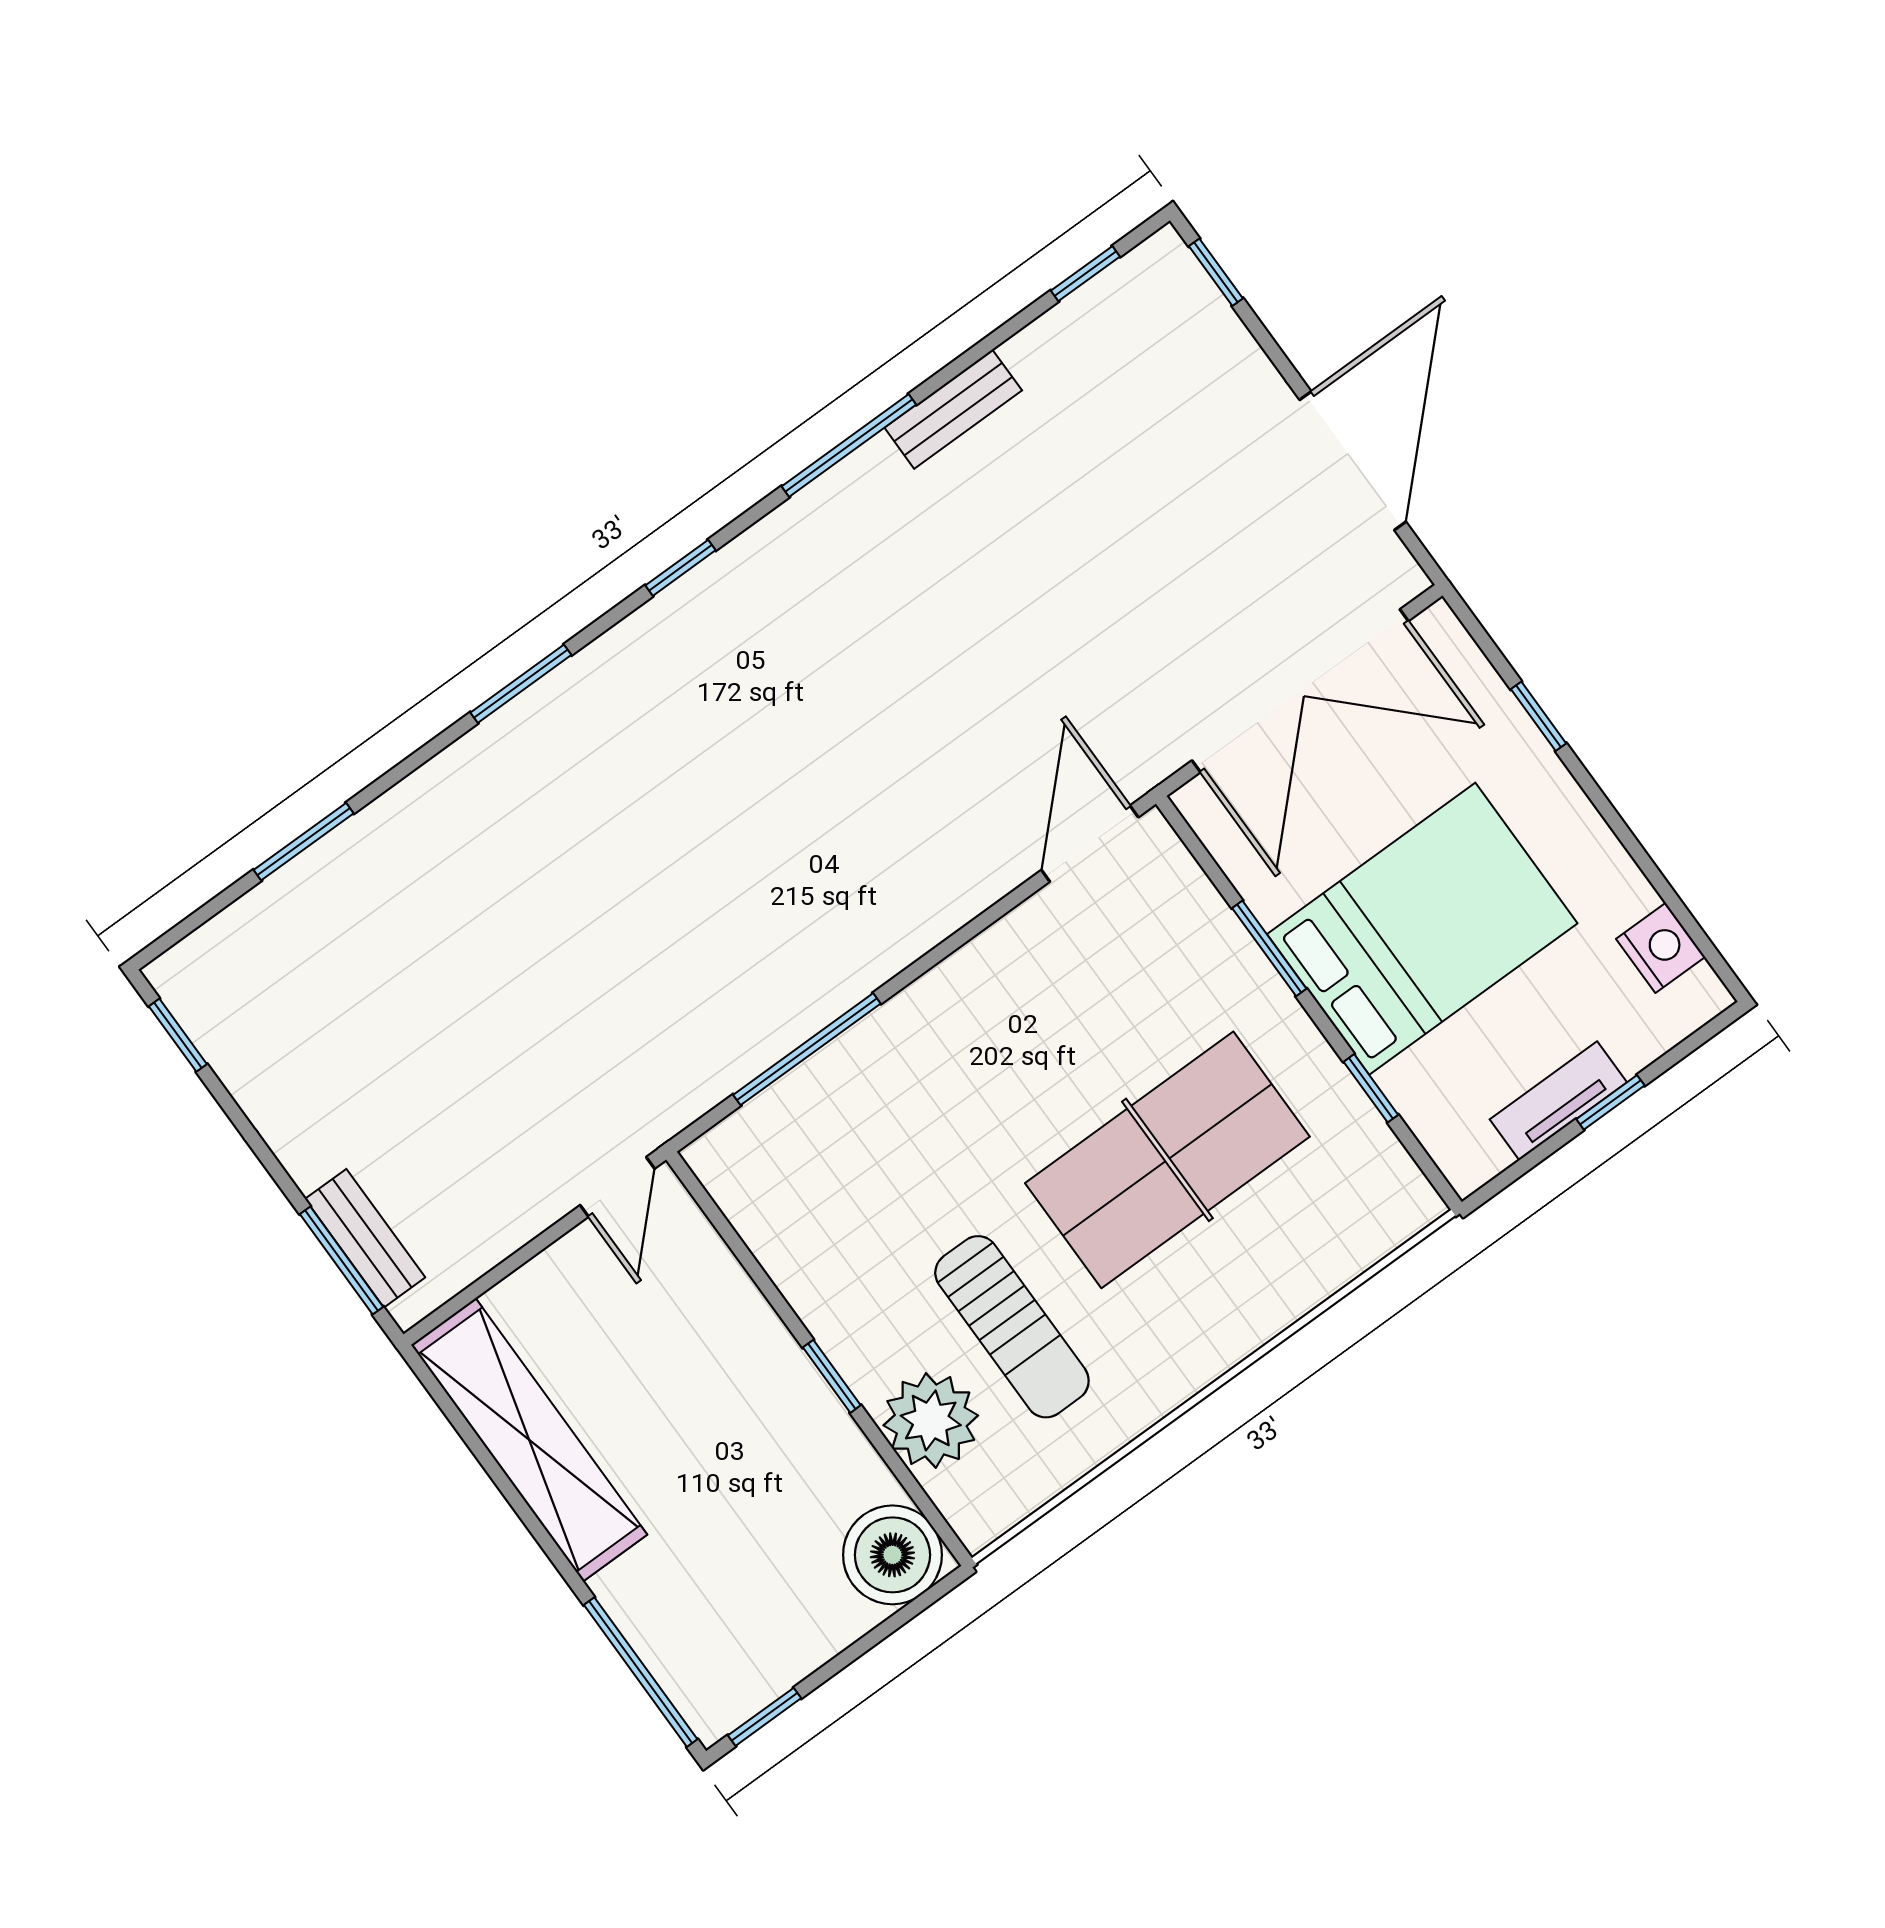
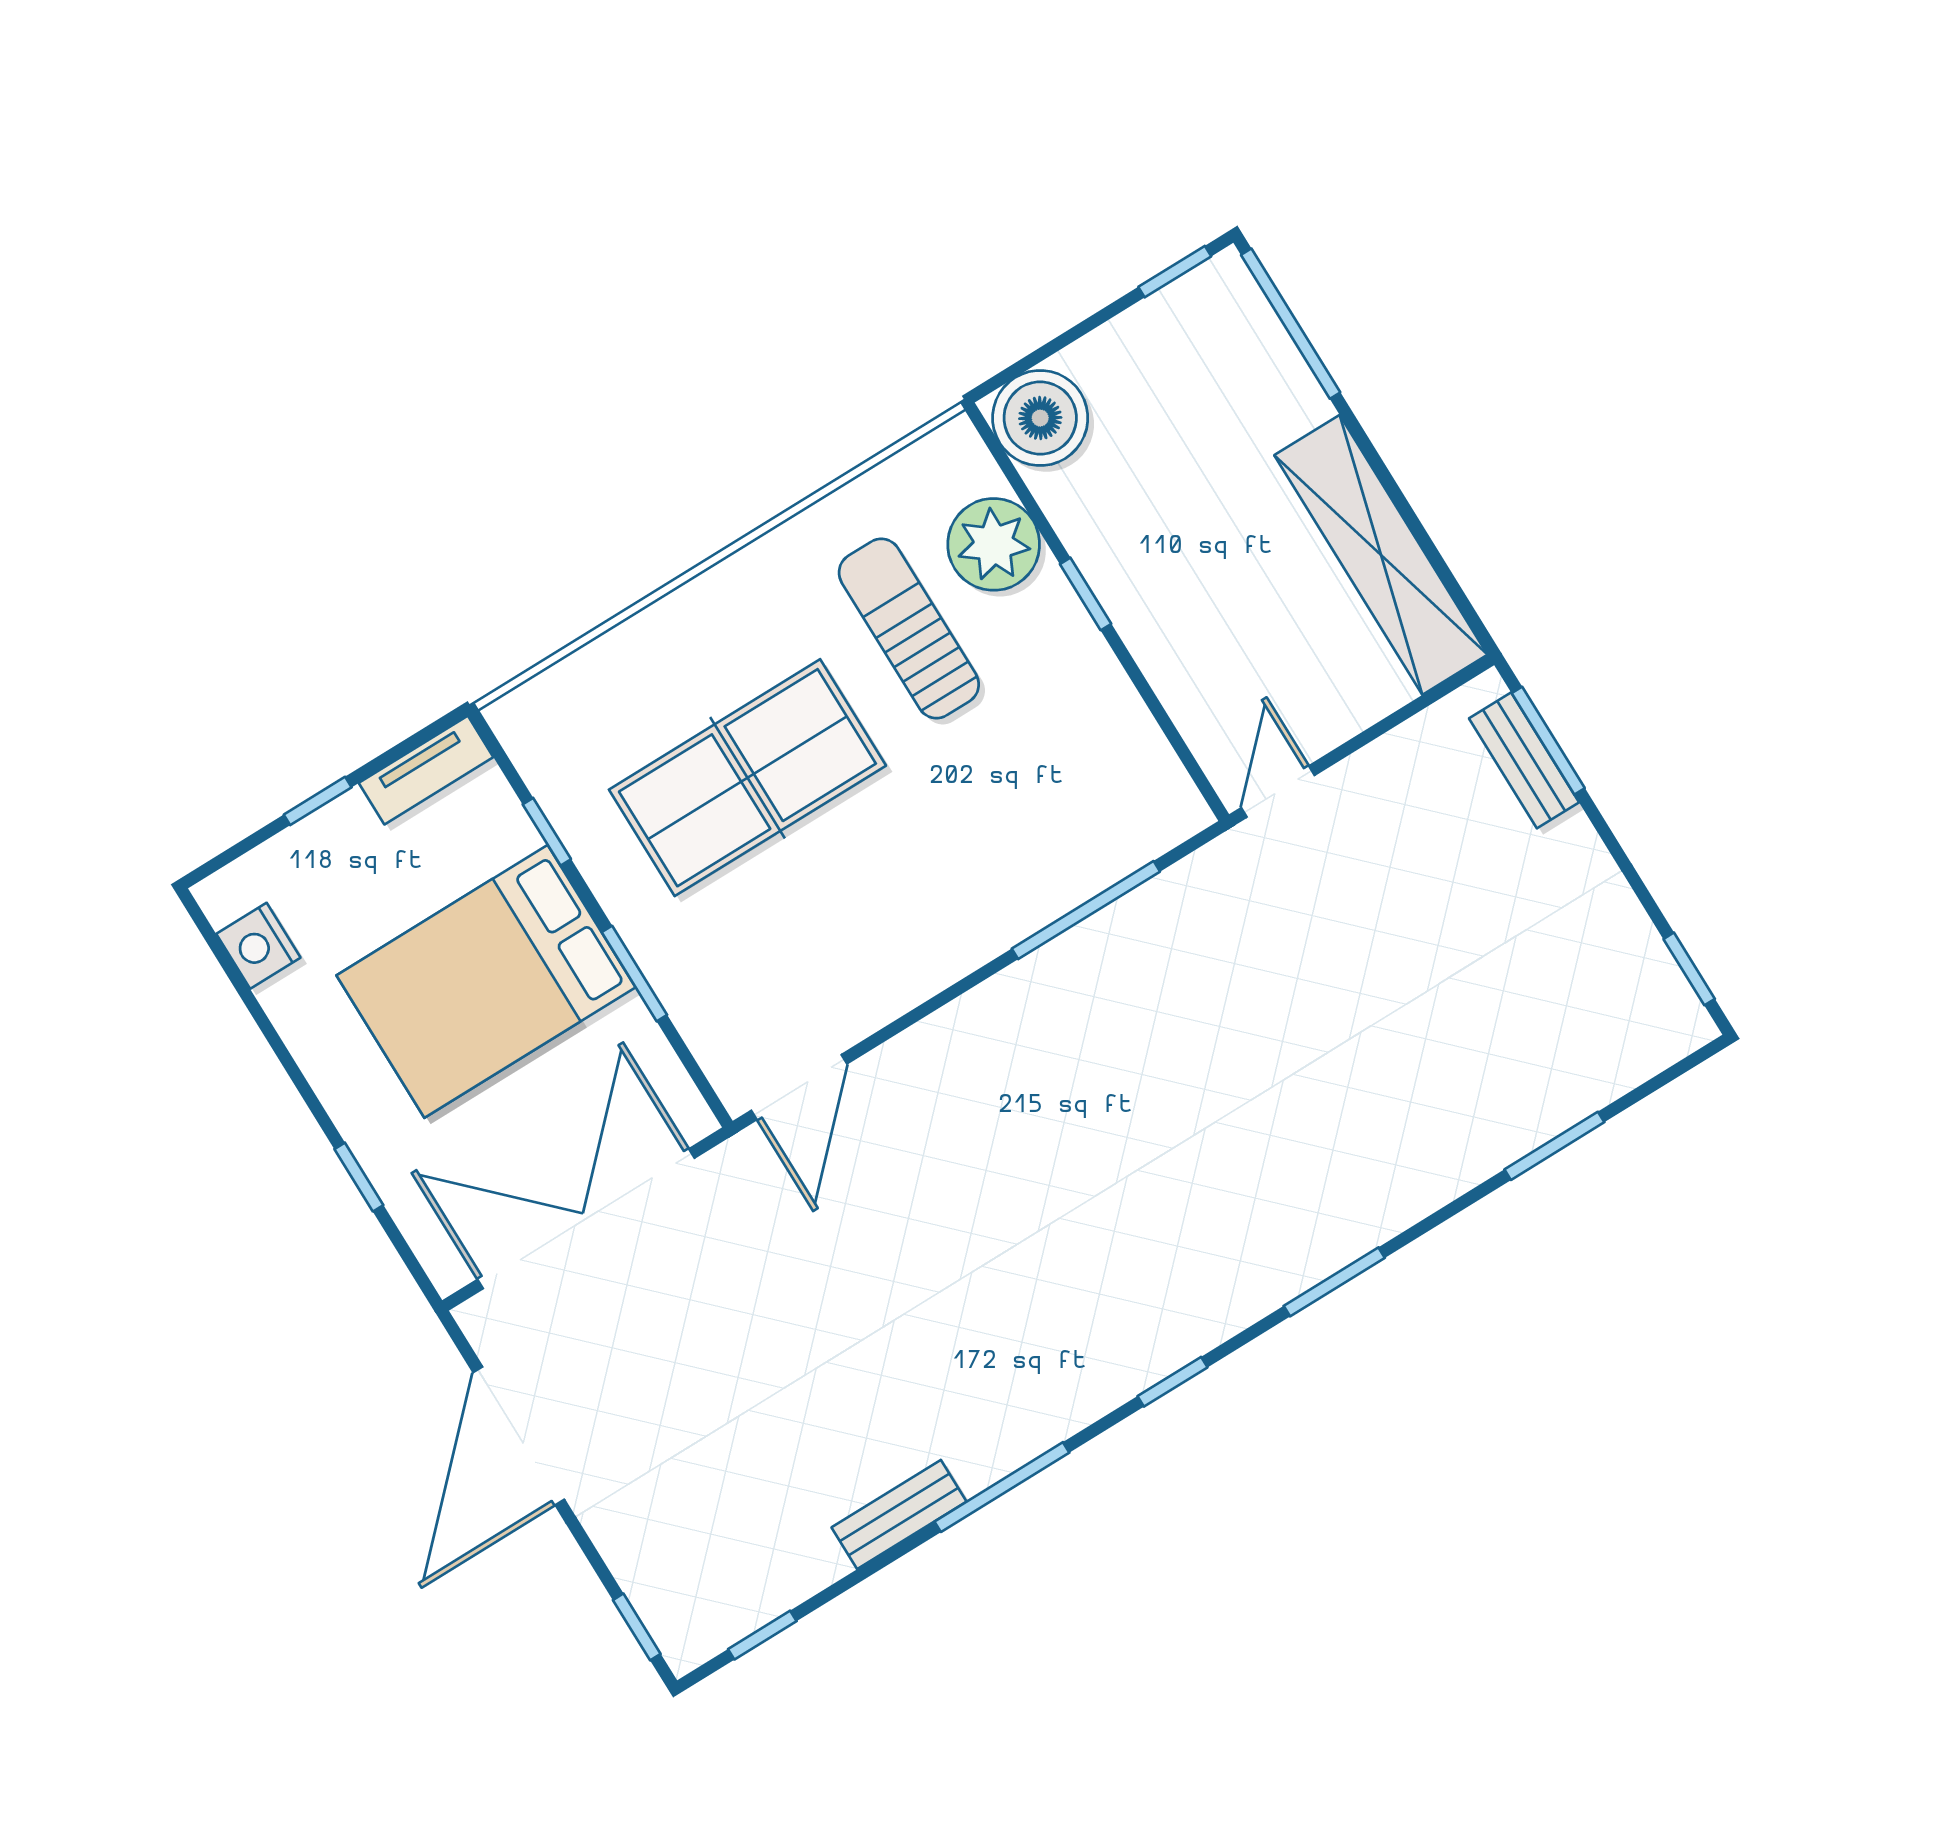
tv unit: (1558, 1101) -> (426, 770), moved

